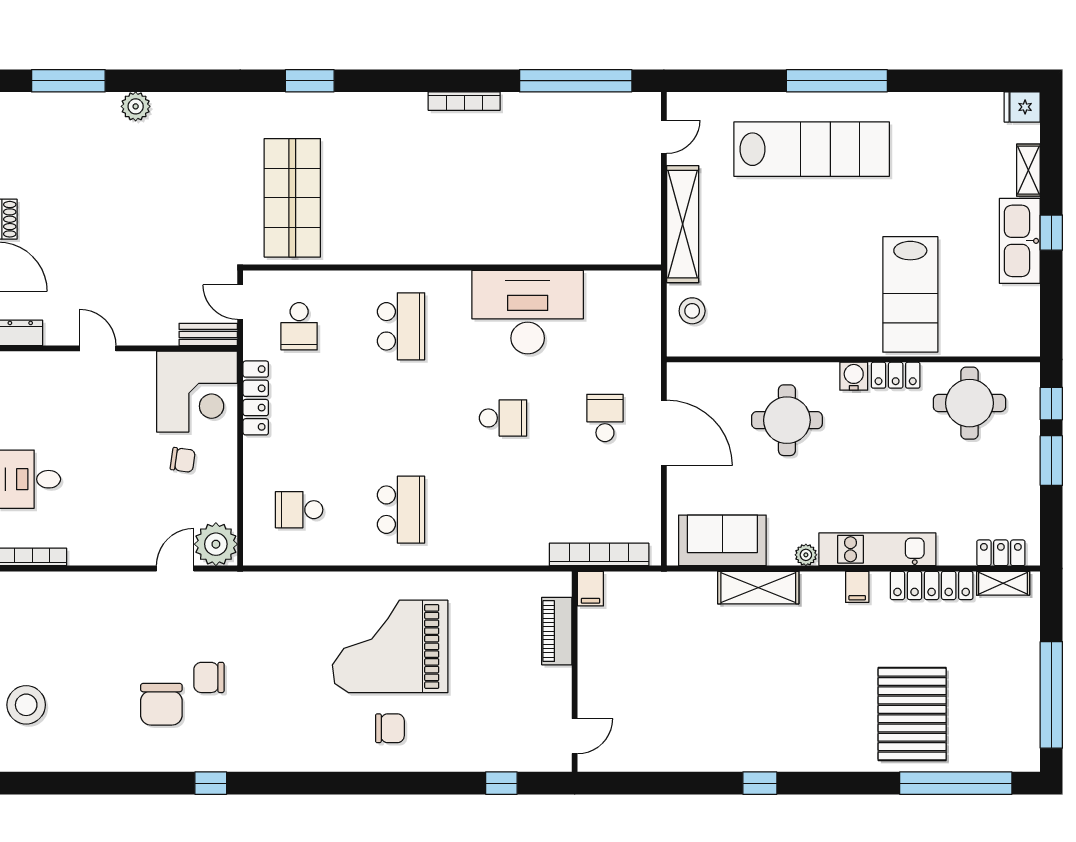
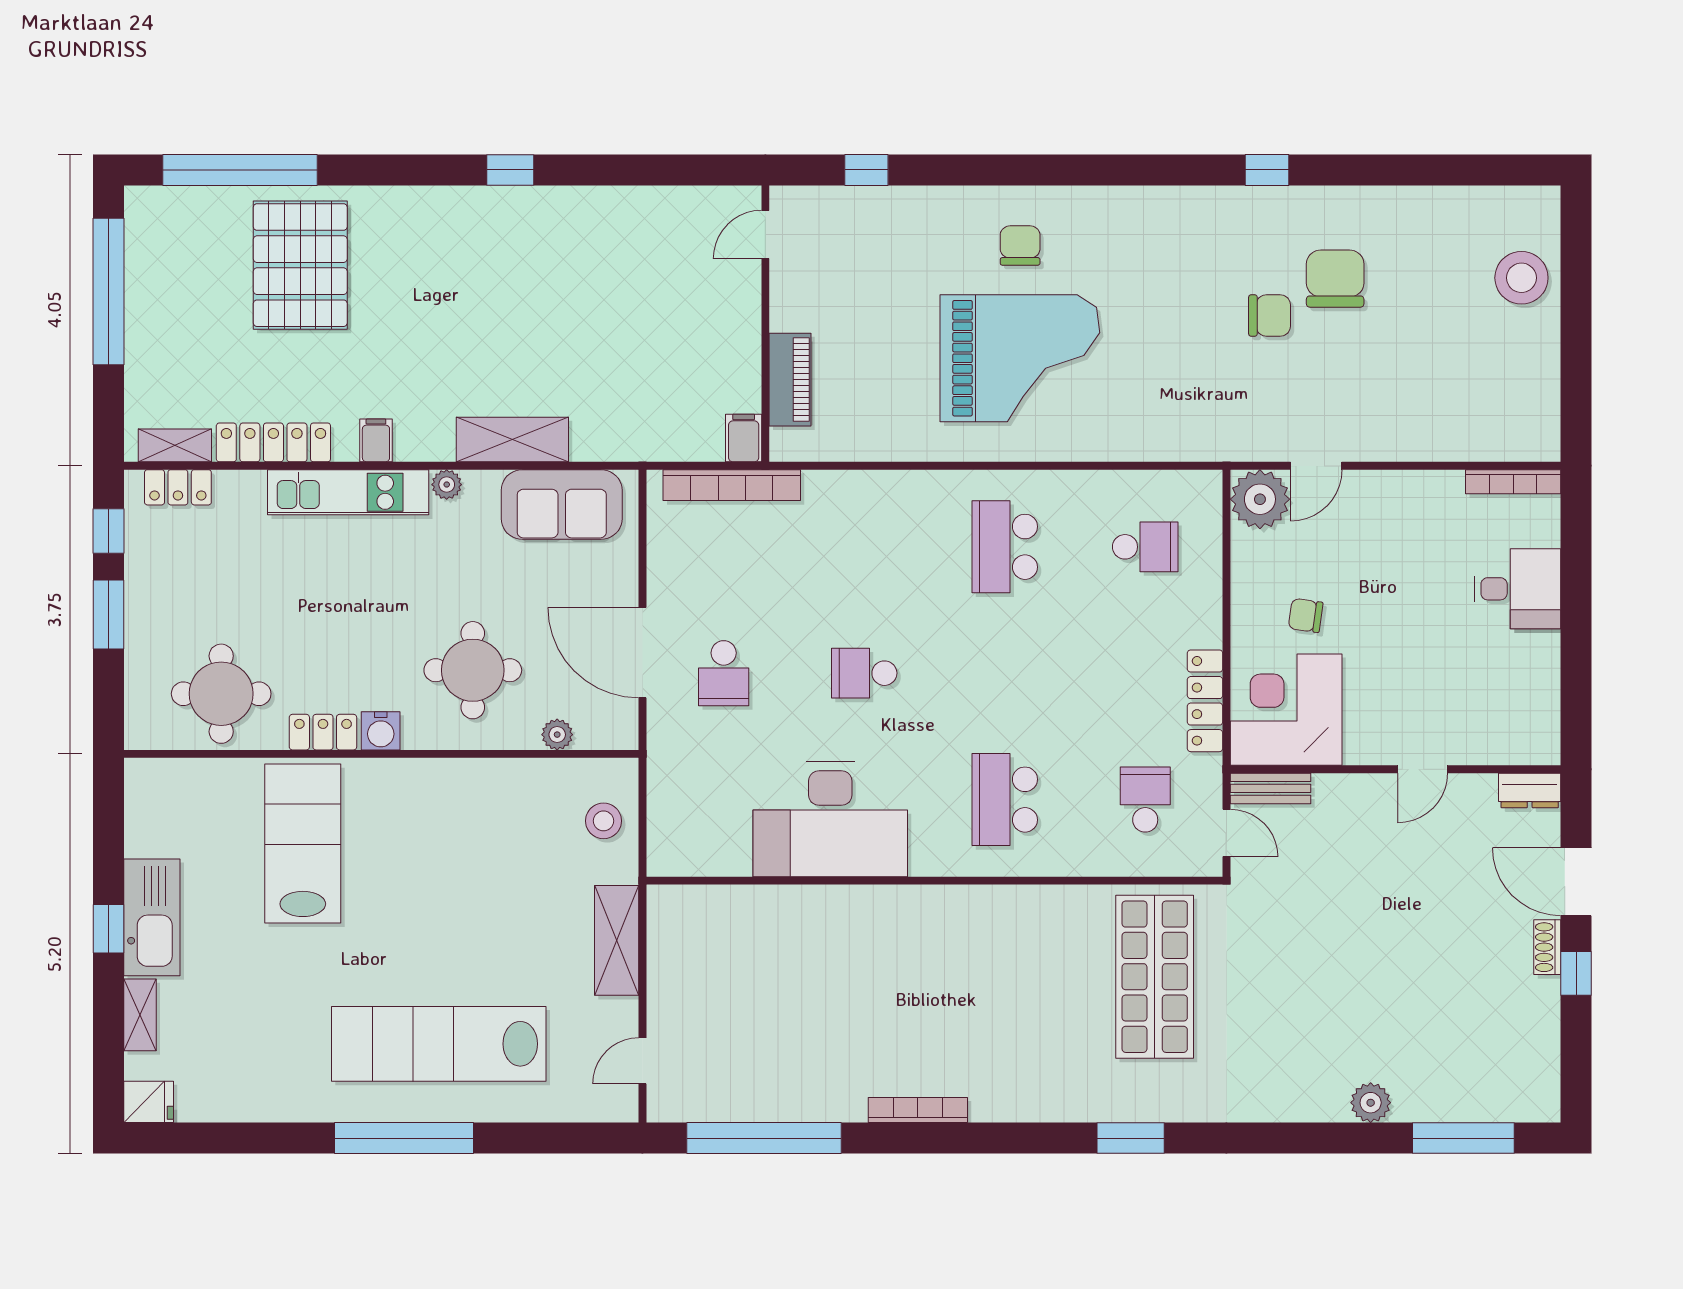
shelving: (683, 224) -> (617, 940), width x0.68
door: (98, 348) -> (1423, 769), hinge flipped
plant: (726, 374) -> (557, 735), added
window: (1051, 404) -> (108, 531), moved
chair: (390, 728) -> (1020, 246), turned 90

